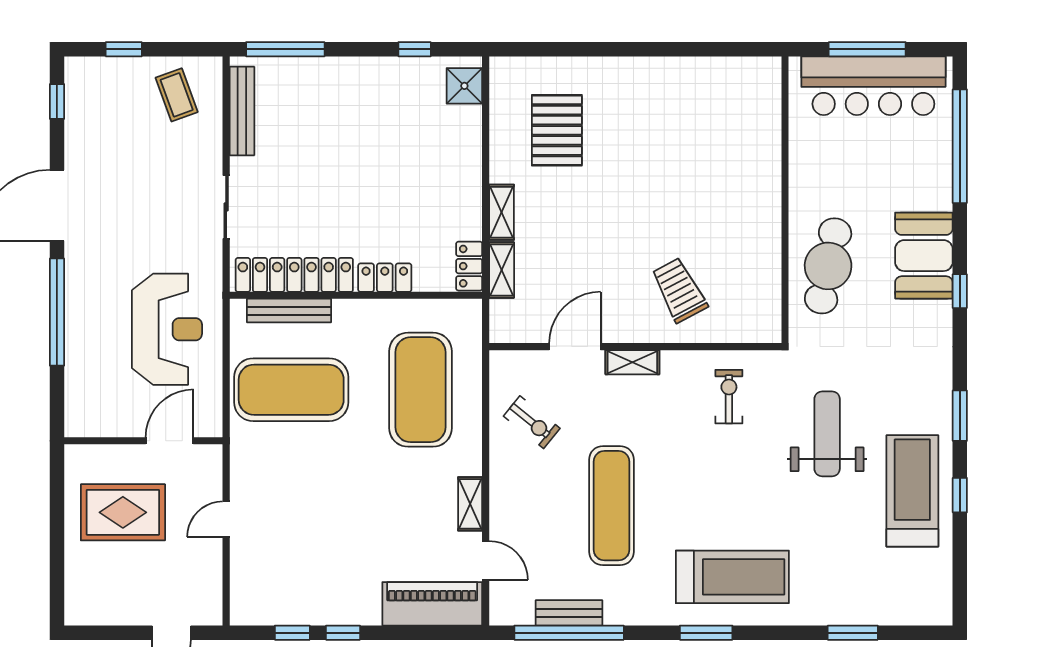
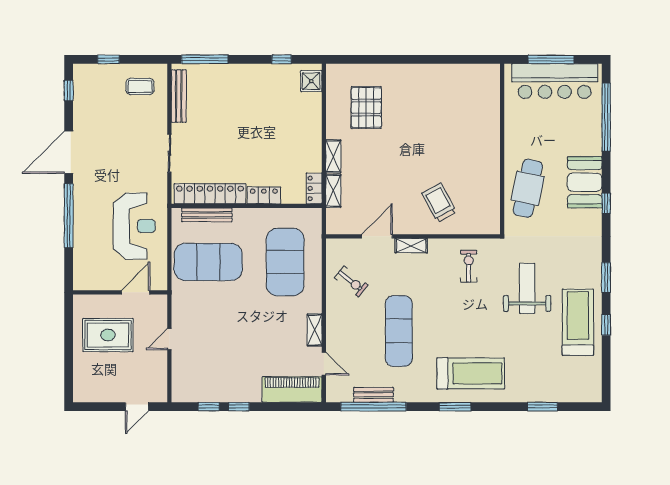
coffee table: (177, 95) -> (140, 87), turned -70

